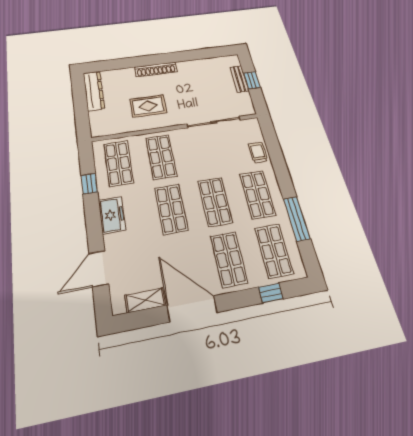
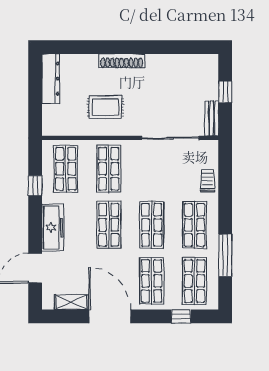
bench: (239, 79) -> (212, 118), moved
freezer: (112, 215) -> (53, 228), width x1.40

